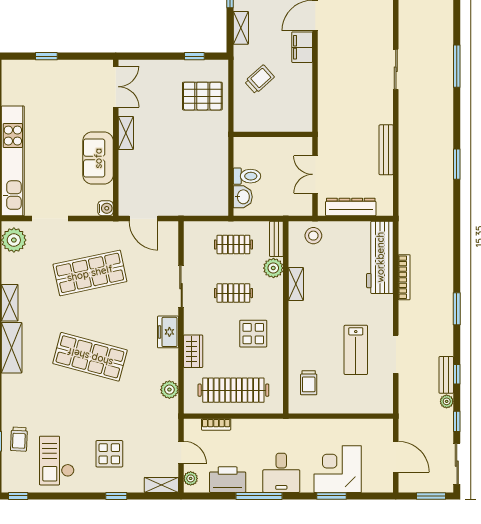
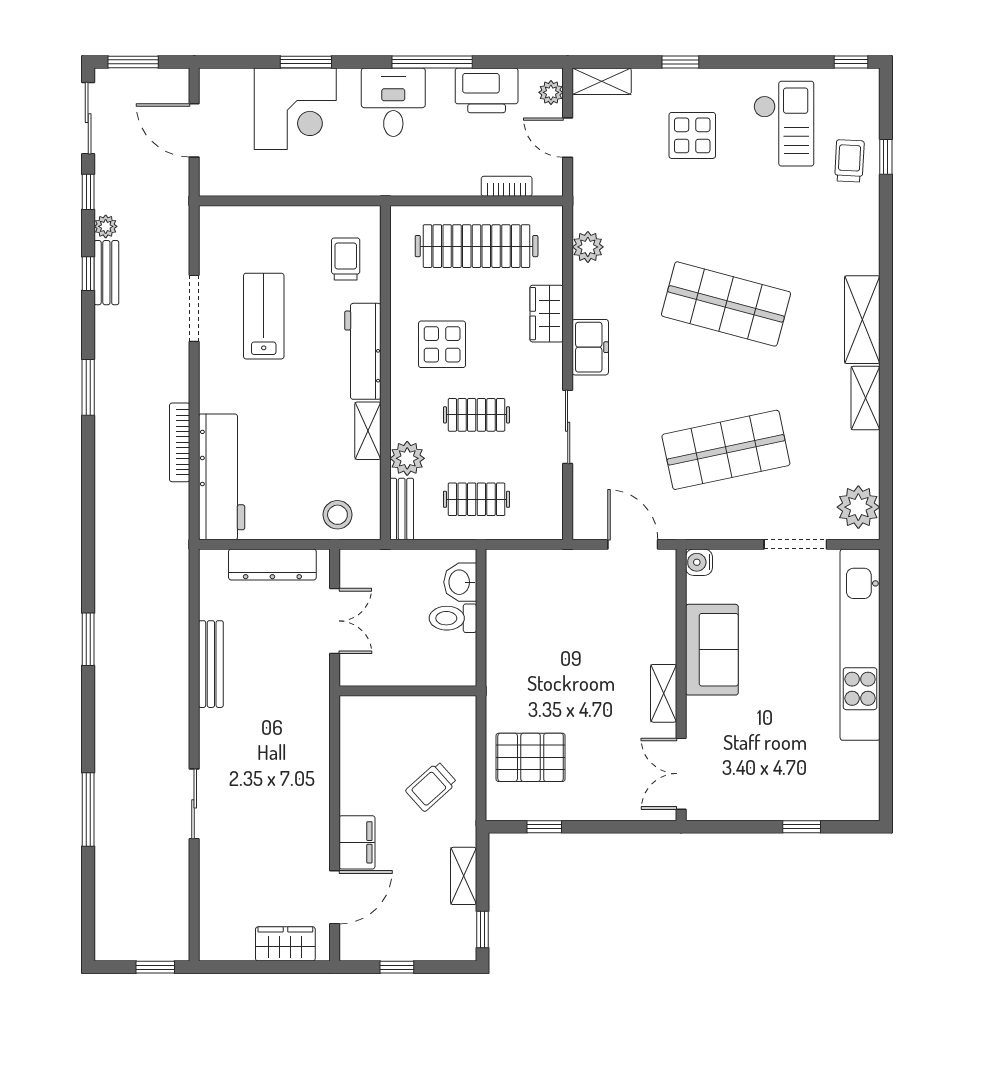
workbench: (299, 330) -> (363, 351), added

